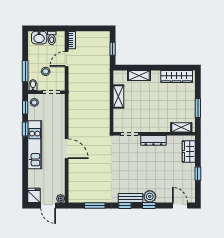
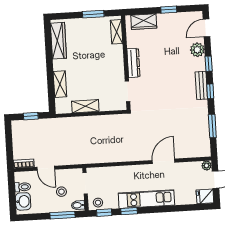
door: (67, 149) -> (164, 161), moved
plant: (150, 196) -> (197, 50), moved

